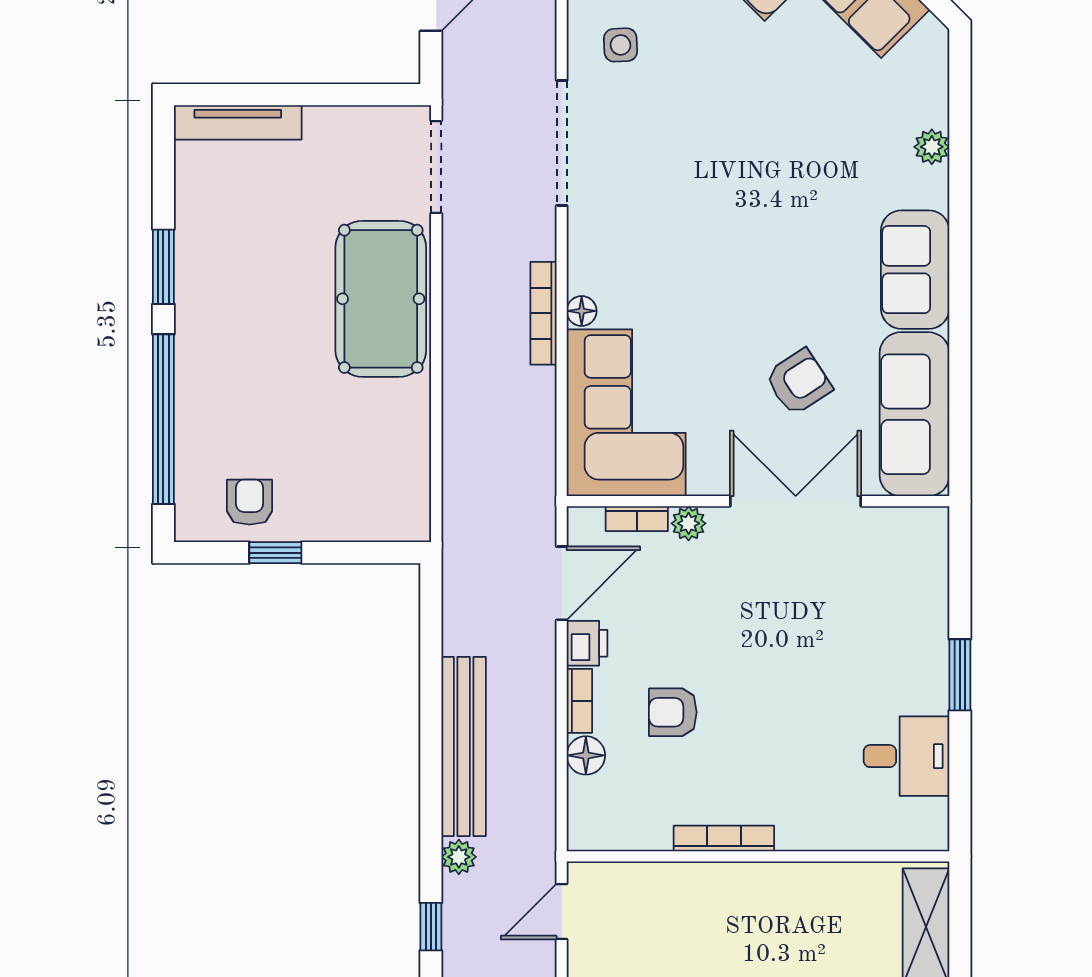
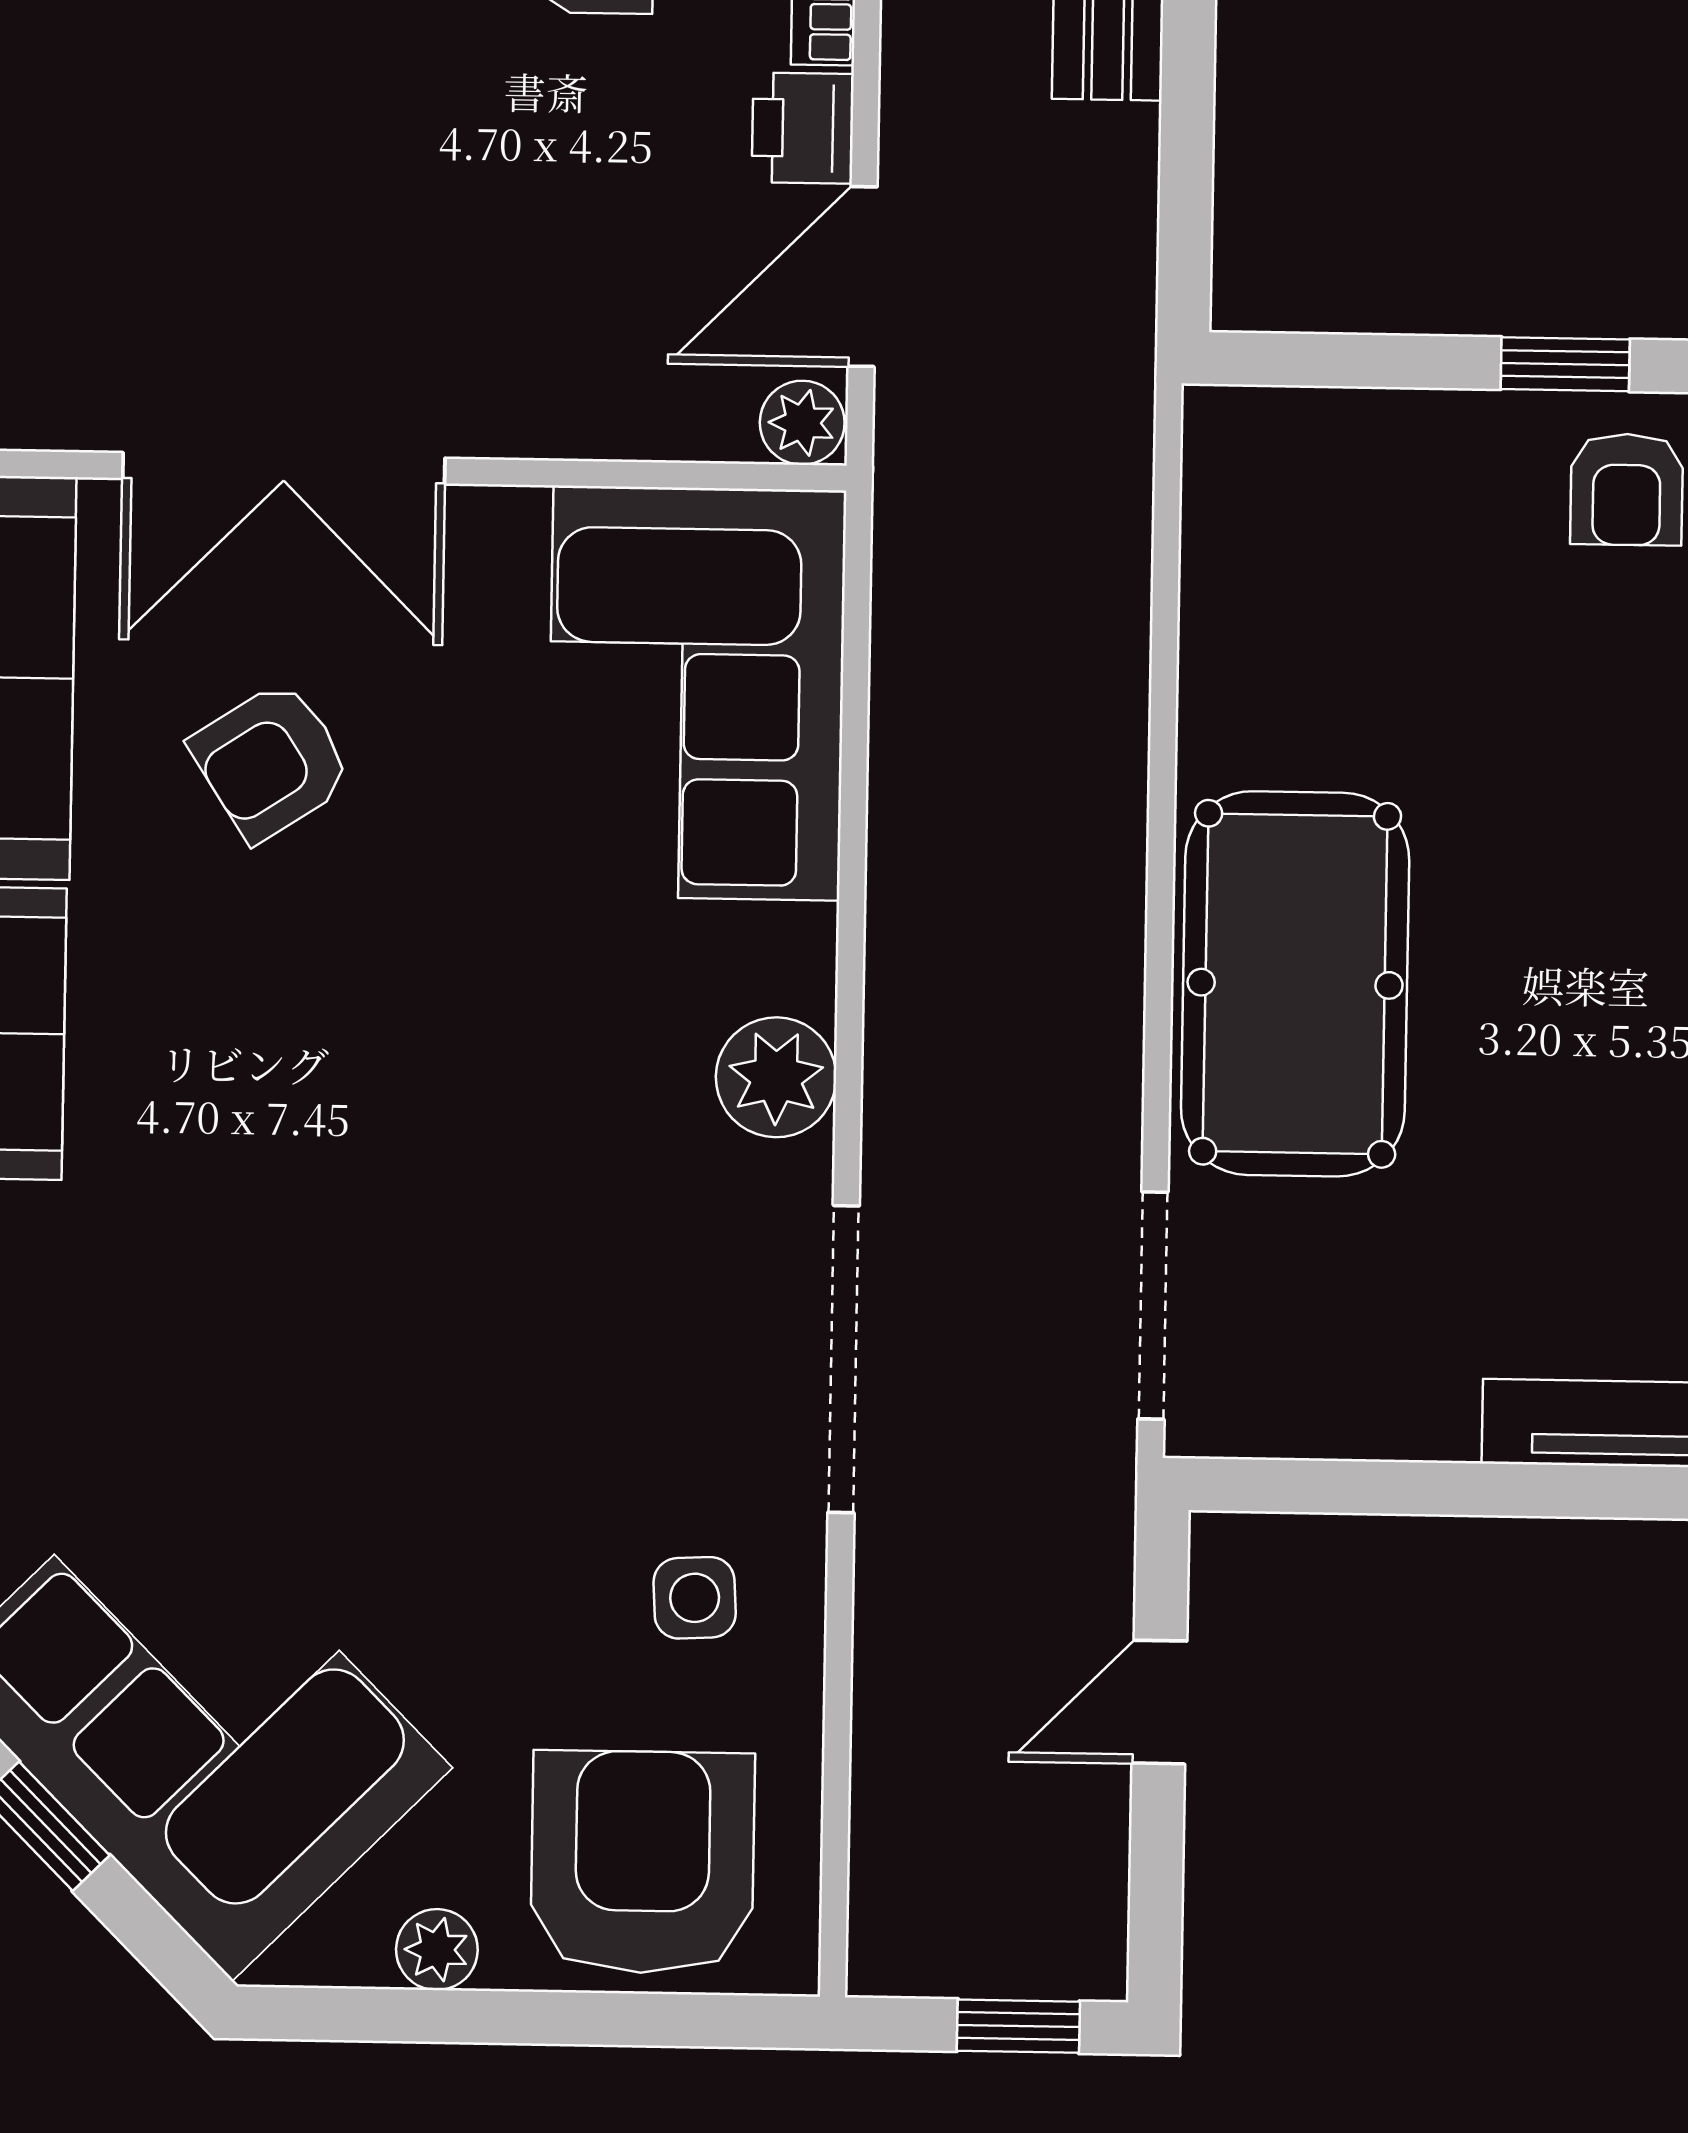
plant: (591, 257) -> (776, 1077), added
floor lamp: (582, 311) -> (802, 945), removed
bookcase: (543, 313) -> (896, 941), removed
bookcase: (637, 519) -> (675, 432), removed
plant: (689, 523) -> (802, 423), moved

